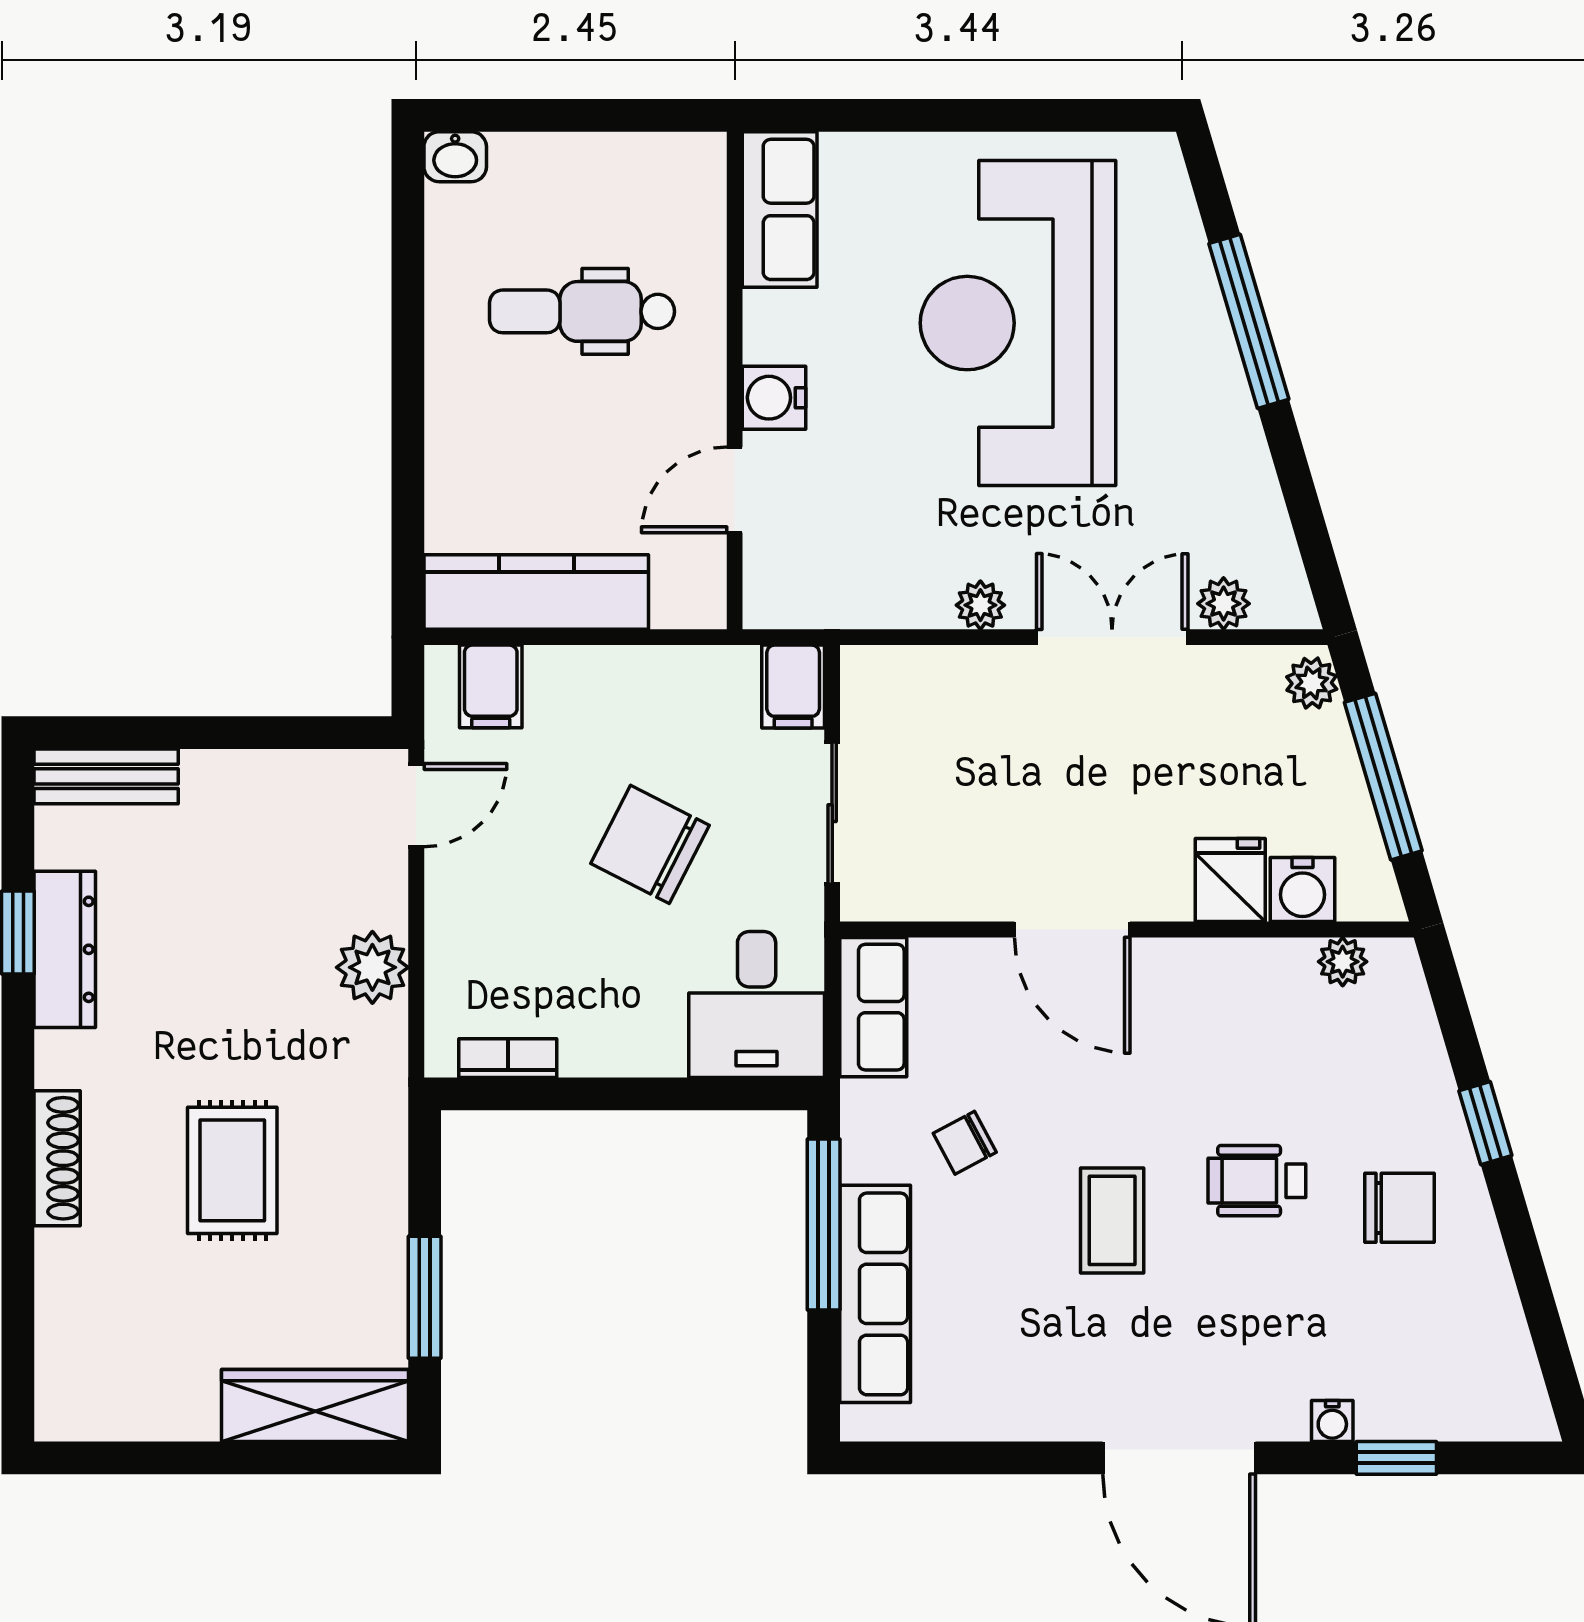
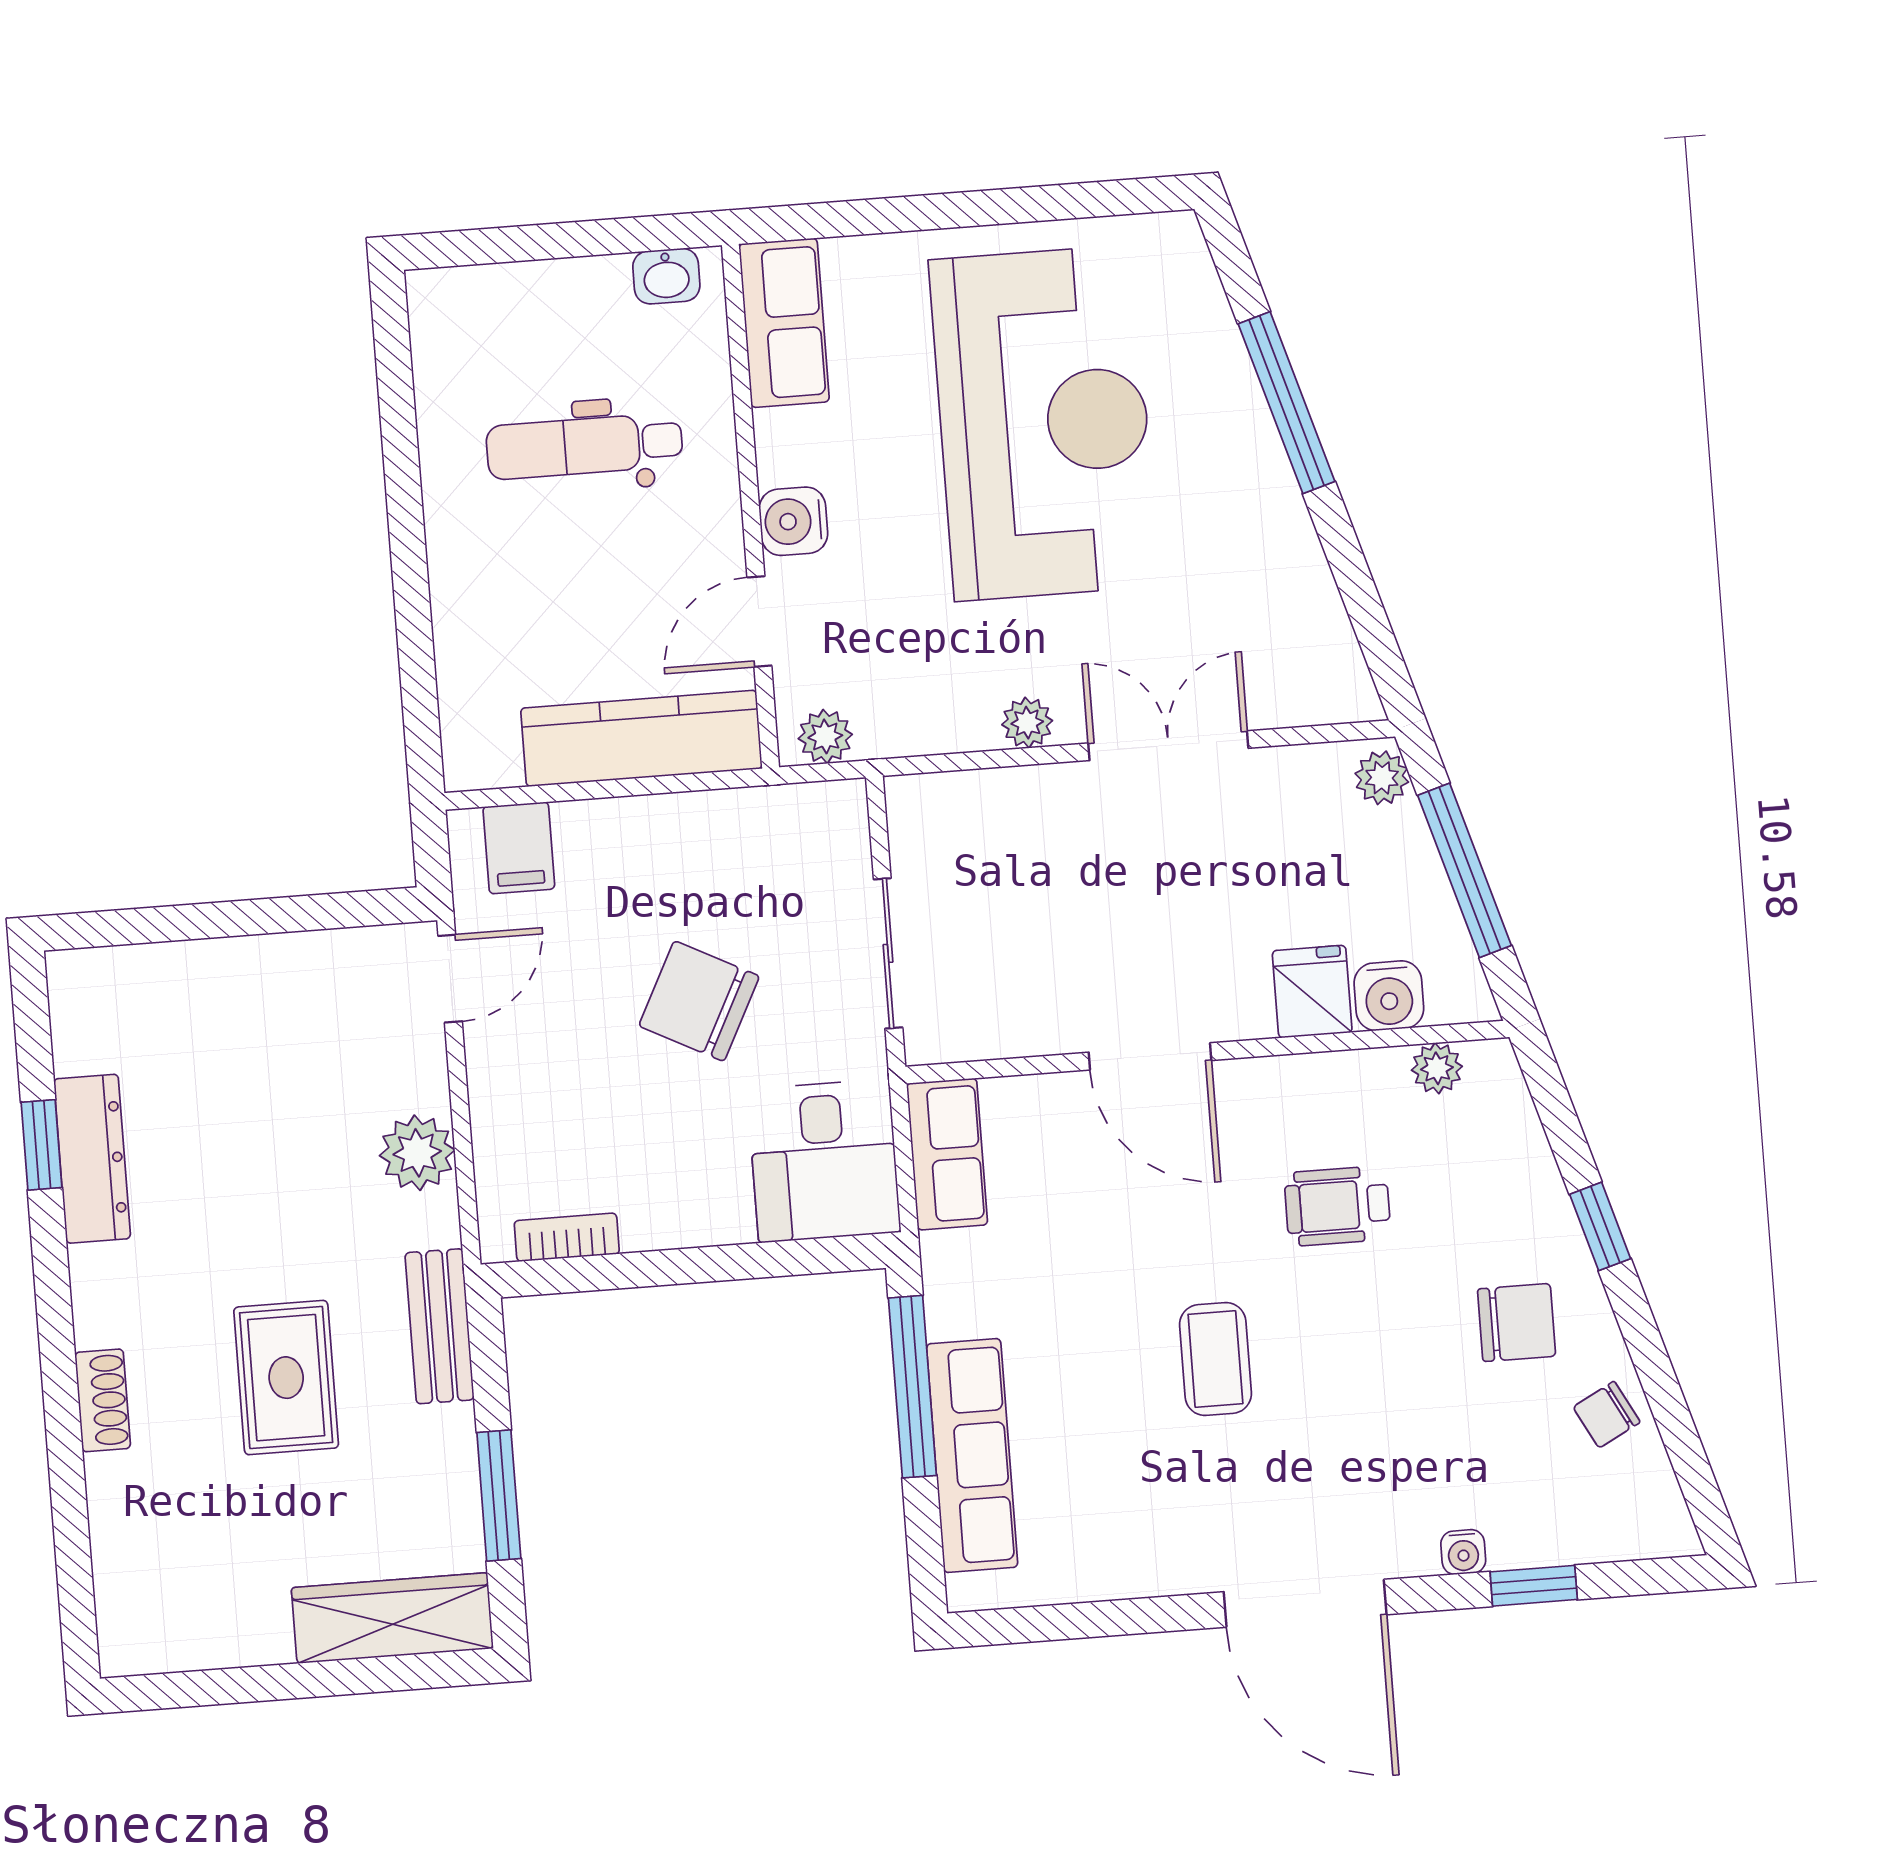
washbasin: (455, 157) -> (666, 276), moved
reception desk: (1018, 323) -> (1044, 423), turned 180
kitchen counter: (536, 592) -> (641, 738), moved
plant: (1224, 604) -> (825, 736), moved
filing cabinet: (793, 686) -> (837, 823), removed
bench: (106, 776) -> (440, 1326), moved, turned 90
chair: (965, 1143) -> (1607, 1415), moved
shoe rack: (57, 1158) -> (103, 1400), width x0.70
wheelchair: (1257, 1181) -> (1337, 1206), moved

